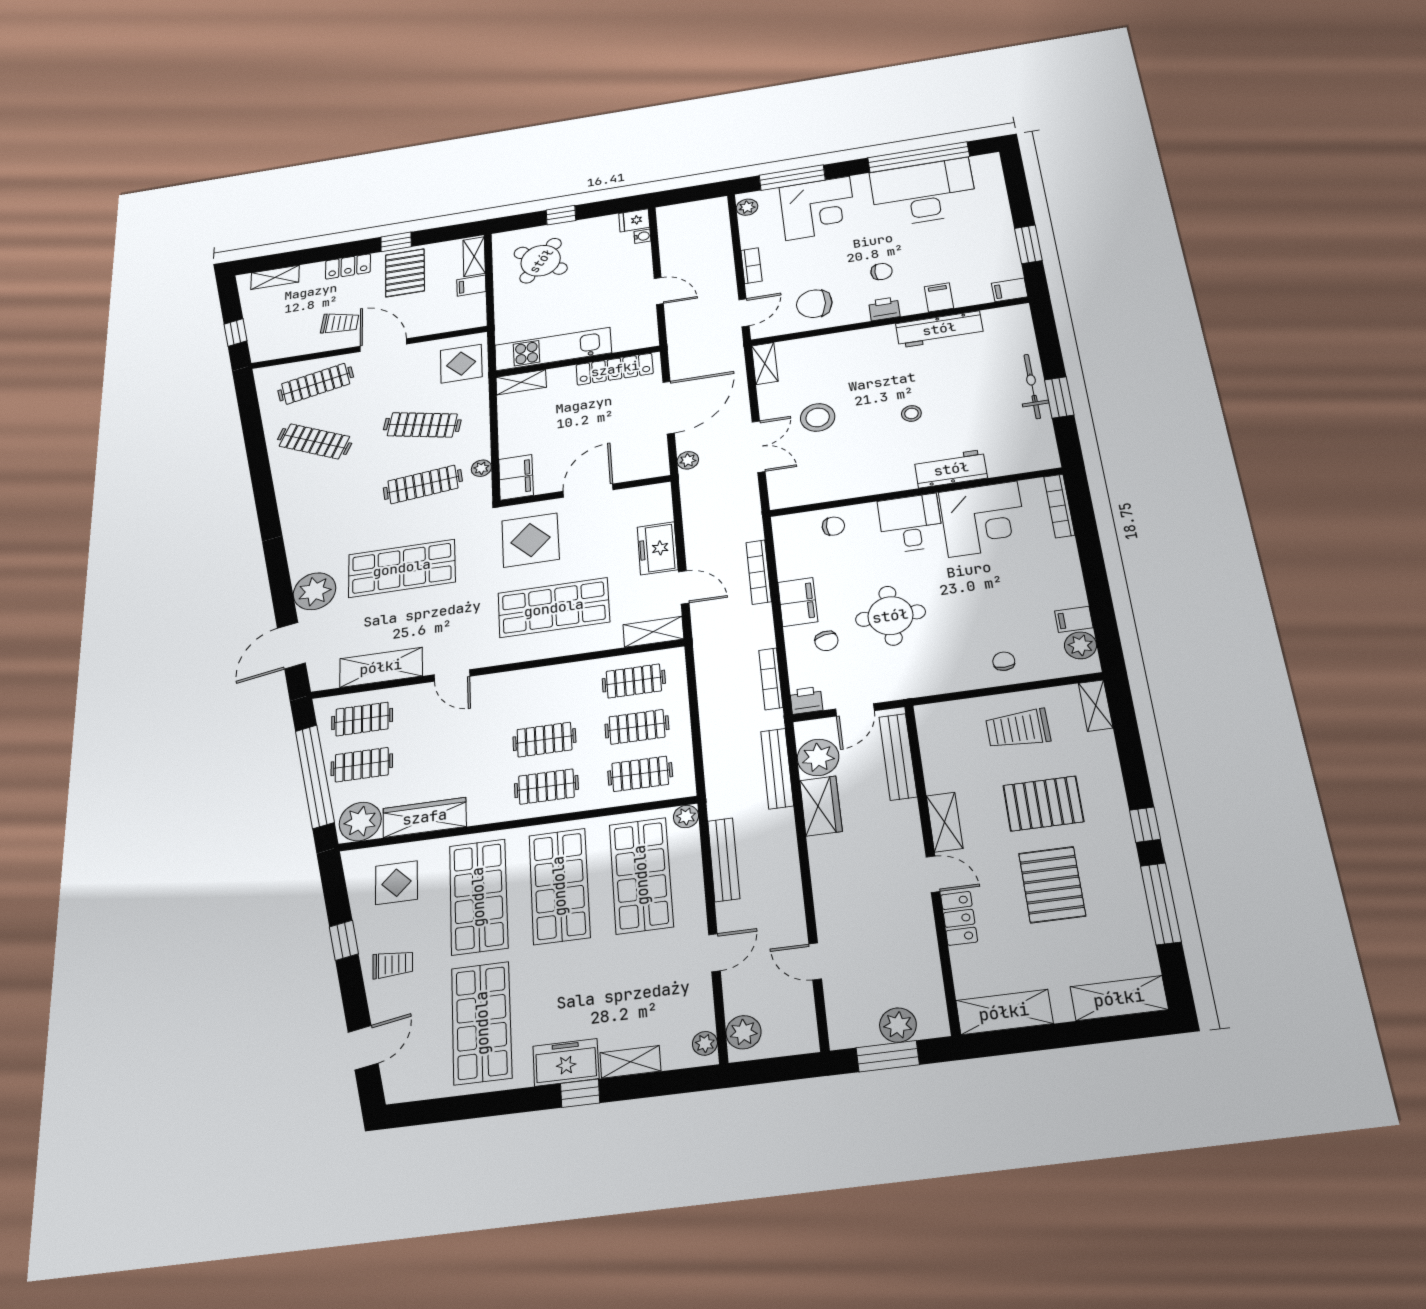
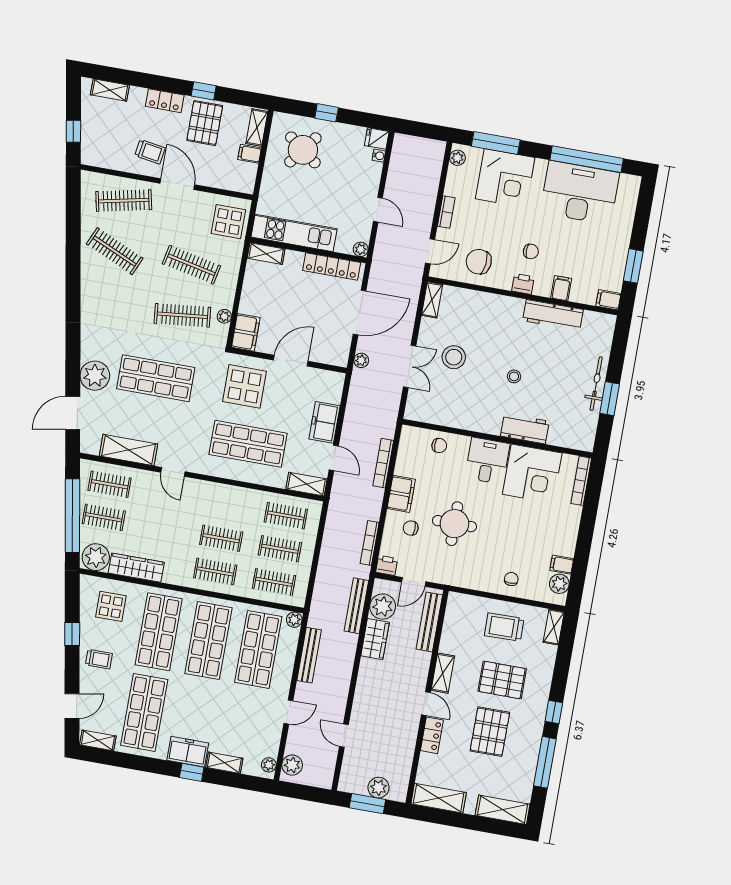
plant: (649, 339) -> (361, 249), added
chair: (826, 641) -> (411, 528), turned 102
shelving: (415, 1088) -> (98, 740), added

